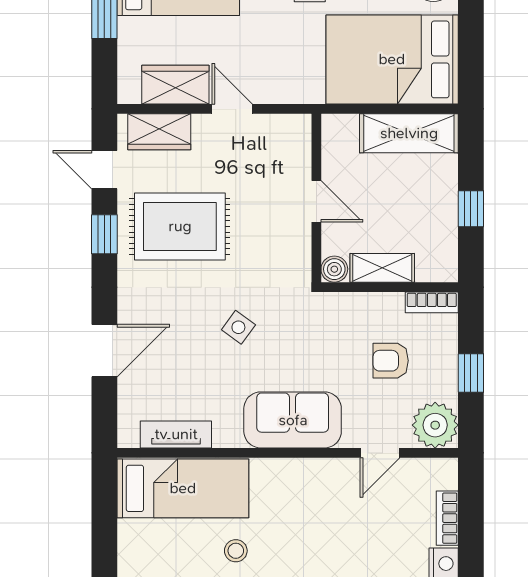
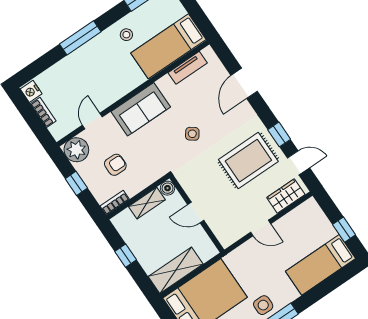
wardrobe: (175, 85) -> (293, 222), removed

